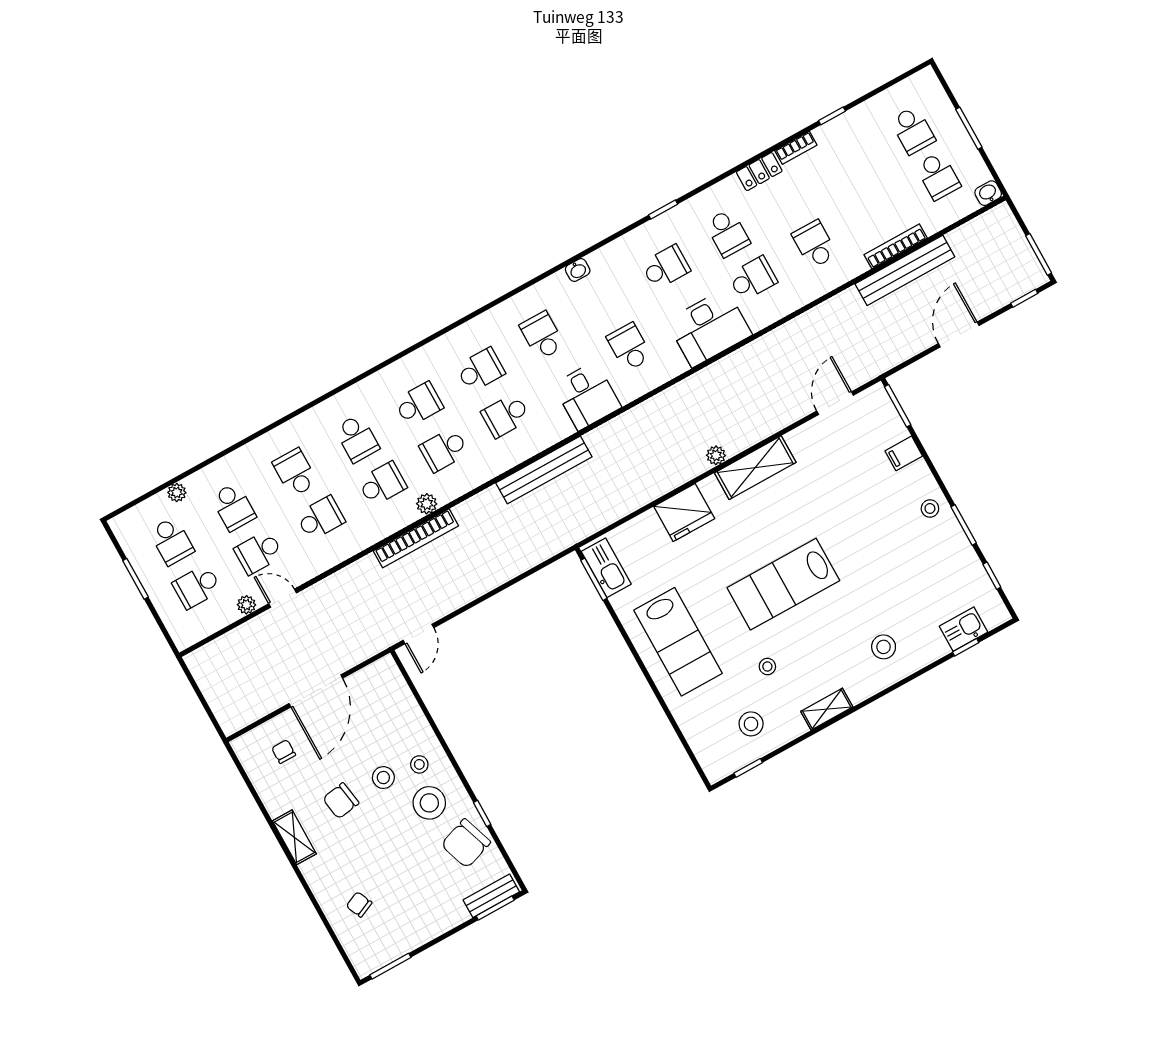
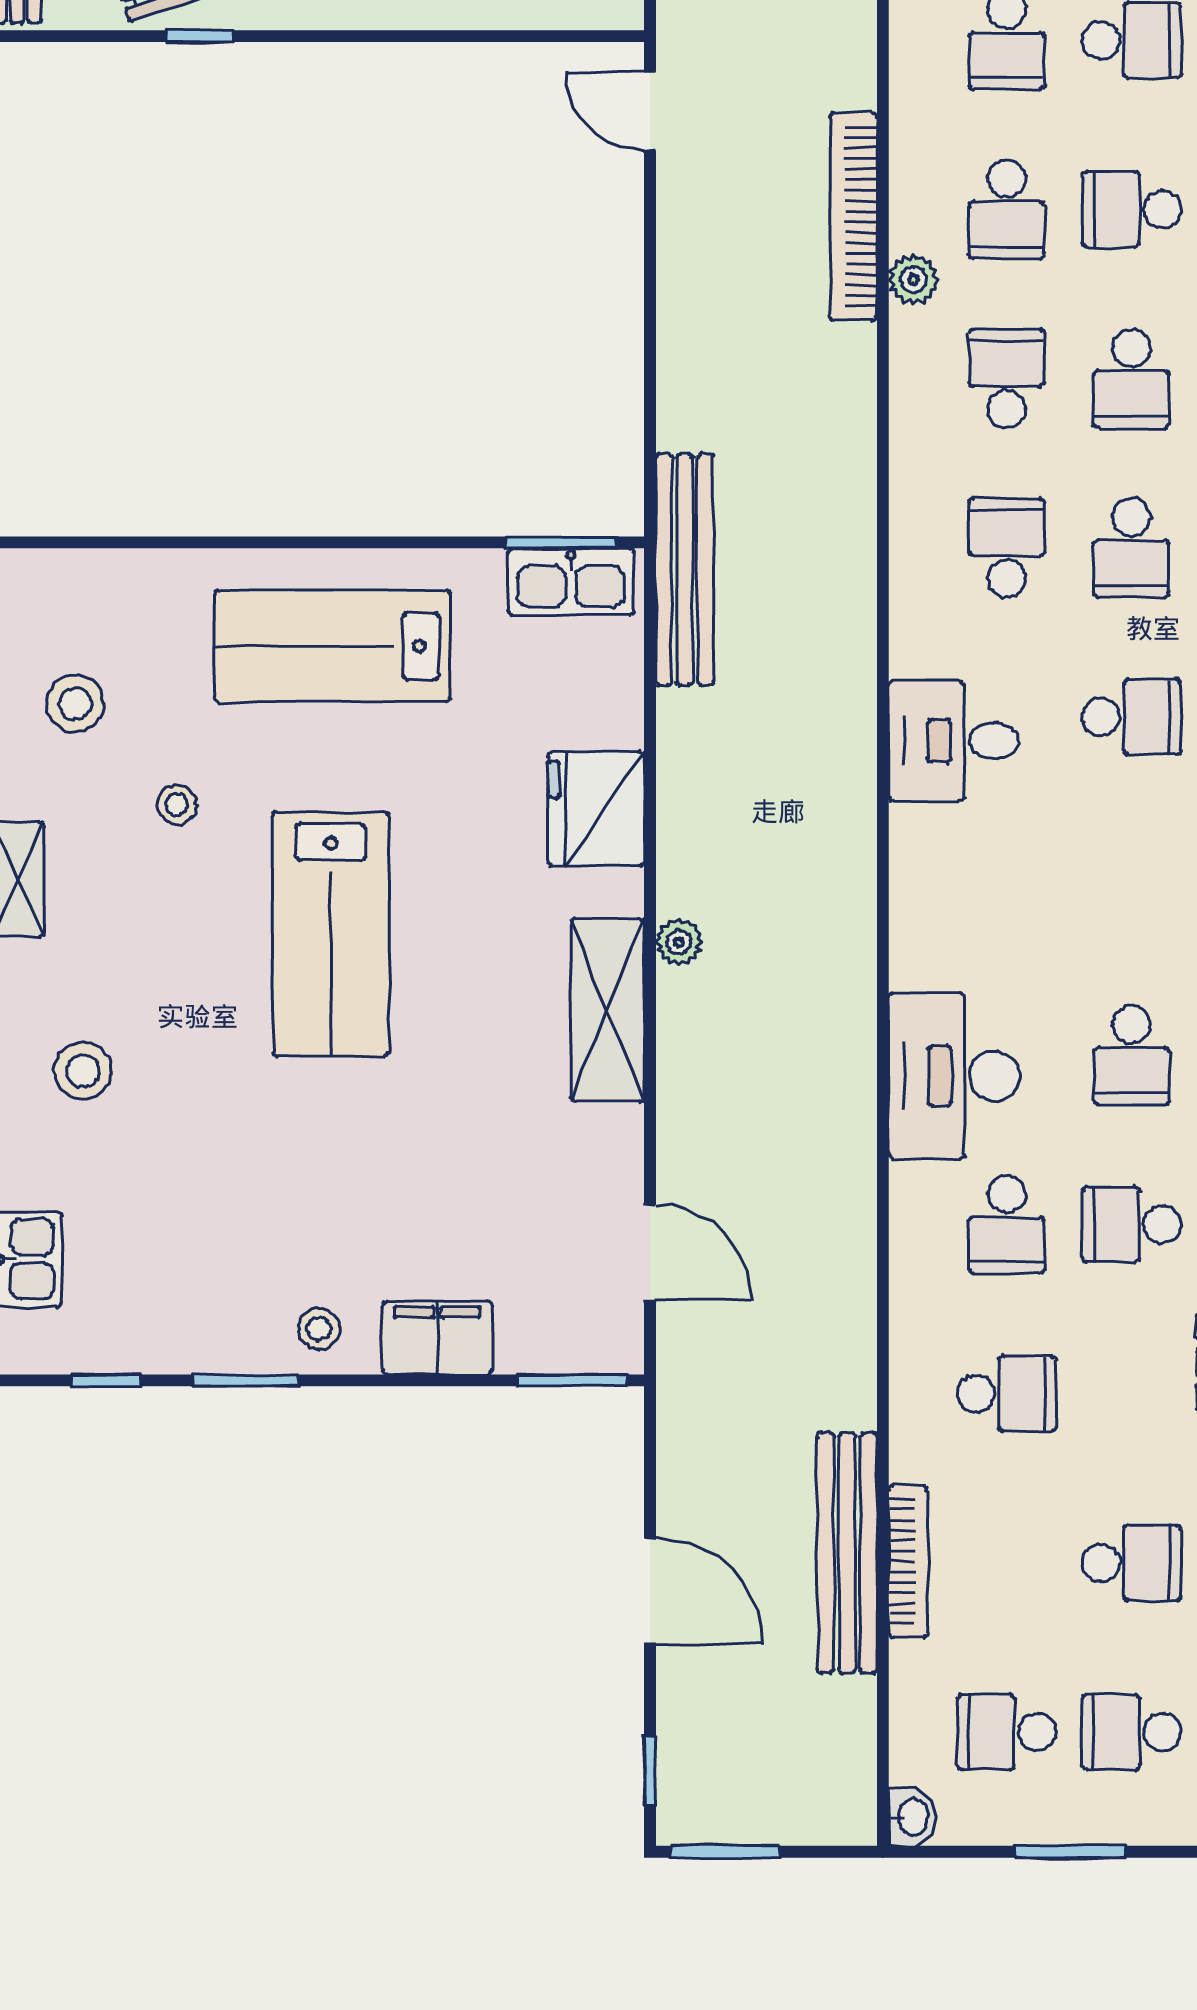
school desk: (629, 347) -> (1132, 1563), moved
filing cabinet: (904, 453) -> (437, 1338), width x2.00
bench: (544, 470) -> (685, 570), moved
lab bench: (783, 584) -> (331, 934), turned 180

